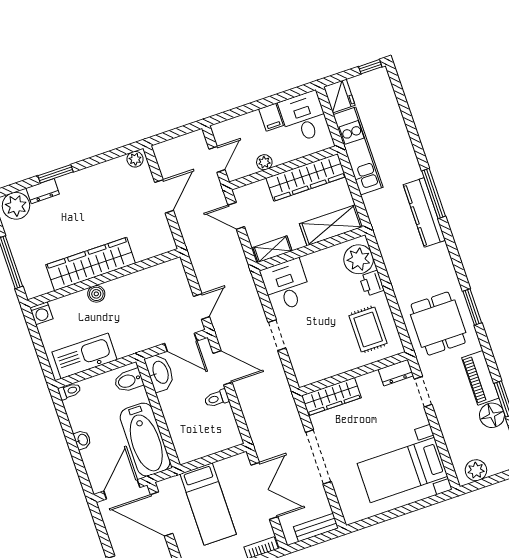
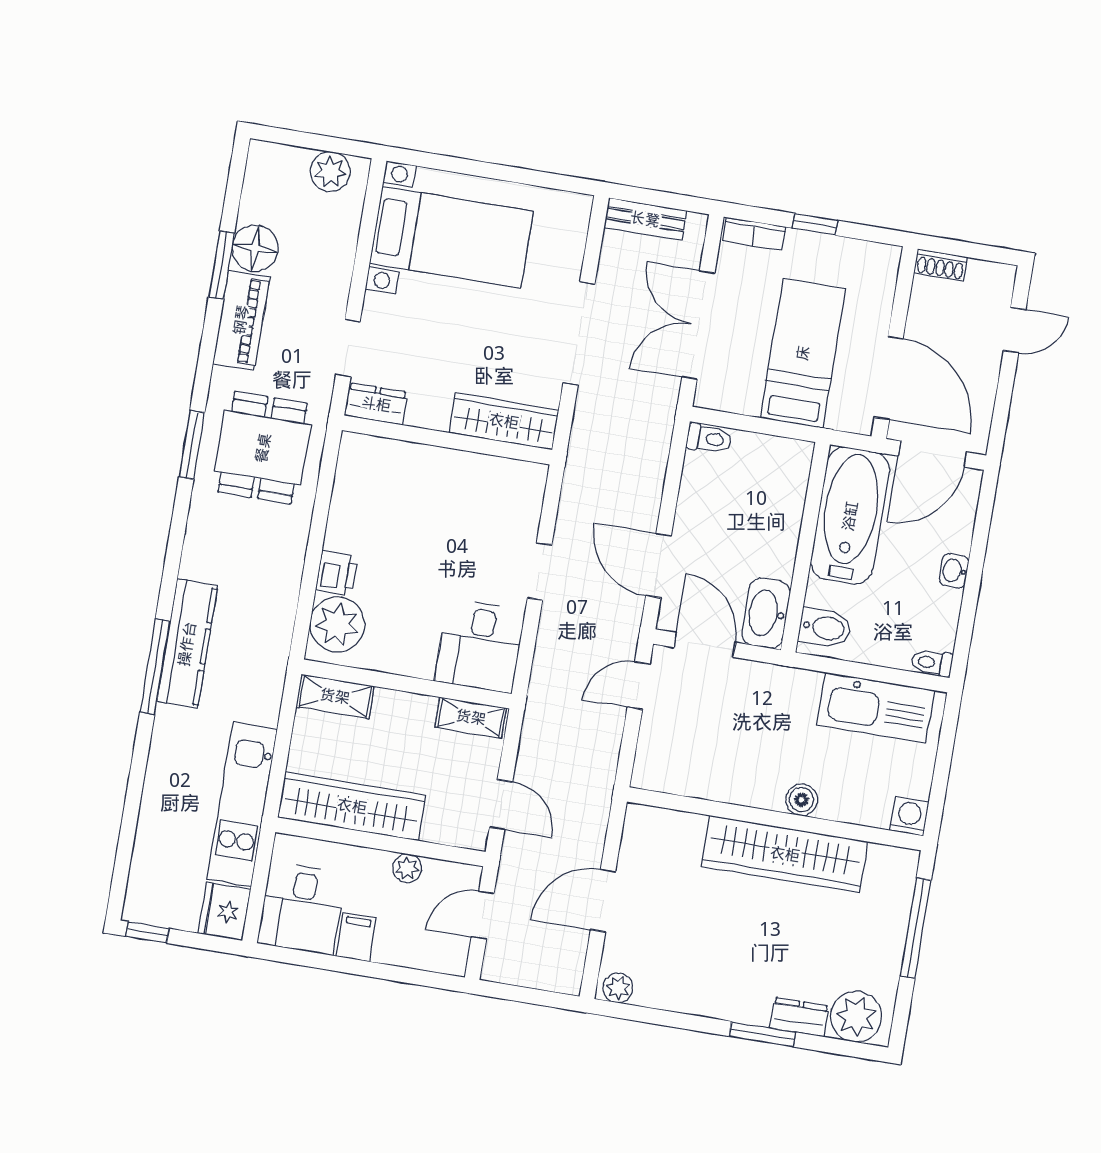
shelving: (331, 225) -> (335, 696), width x0.67, depth x0.75
rug: (368, 329) -> (384, 500), removed
toilet: (217, 398) -> (709, 439), moved

